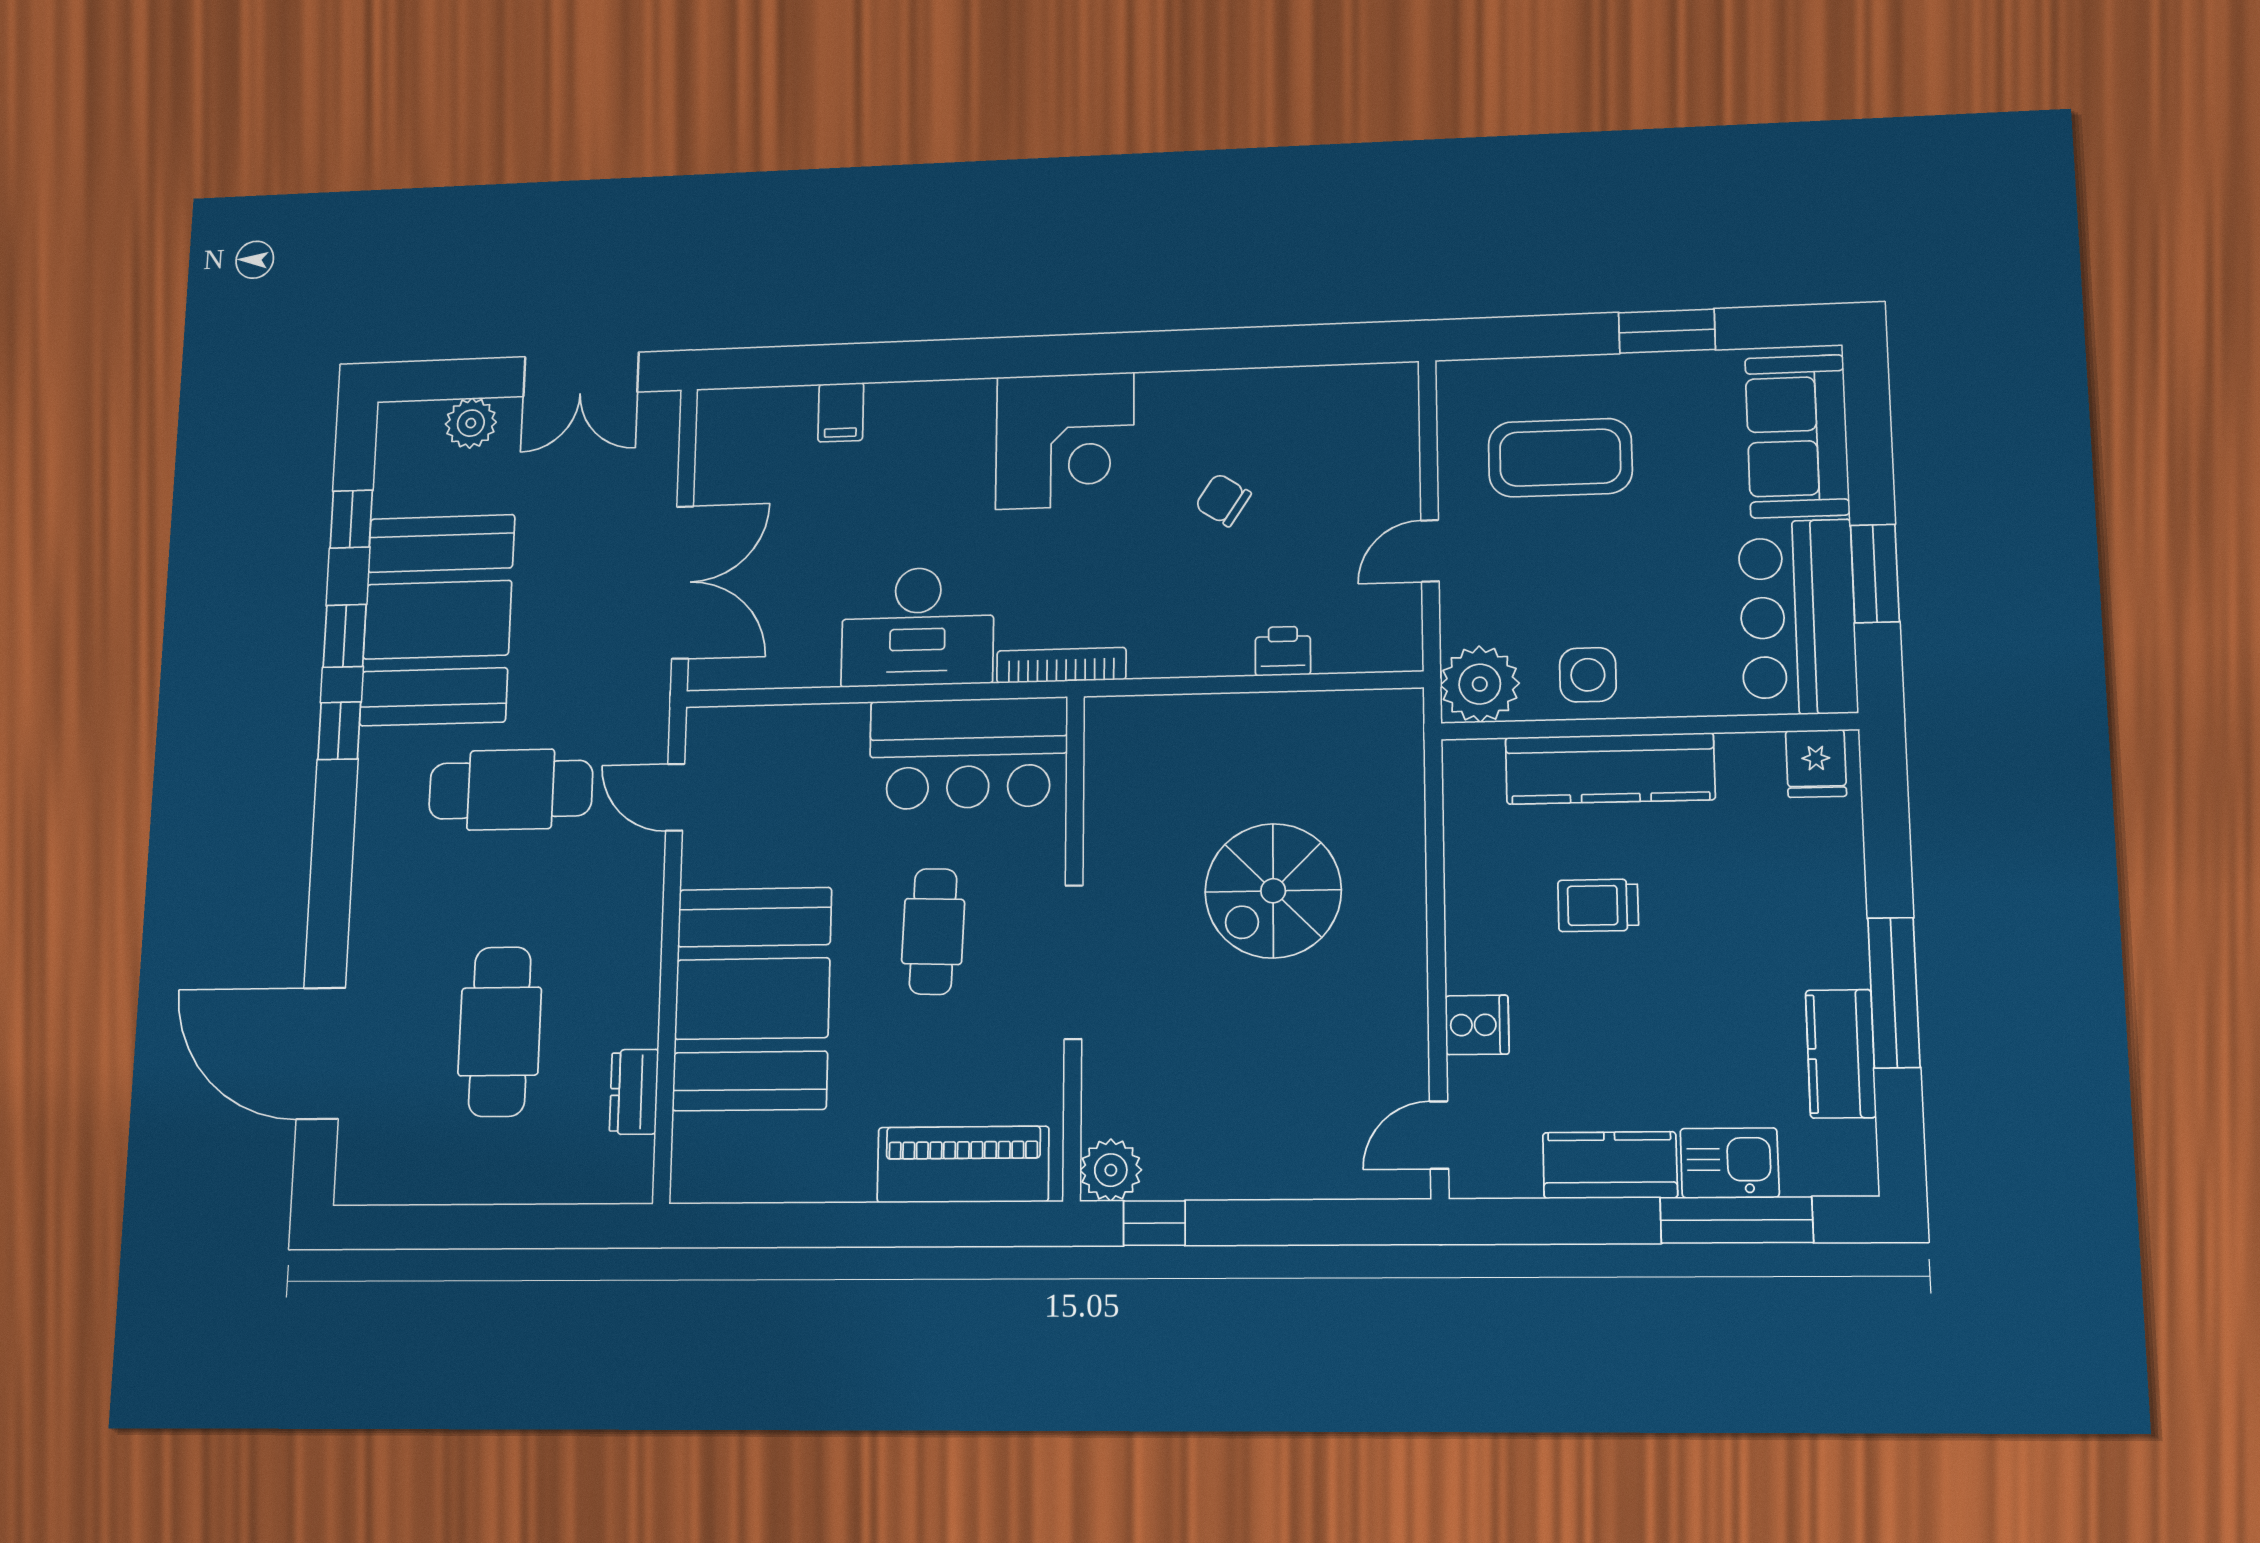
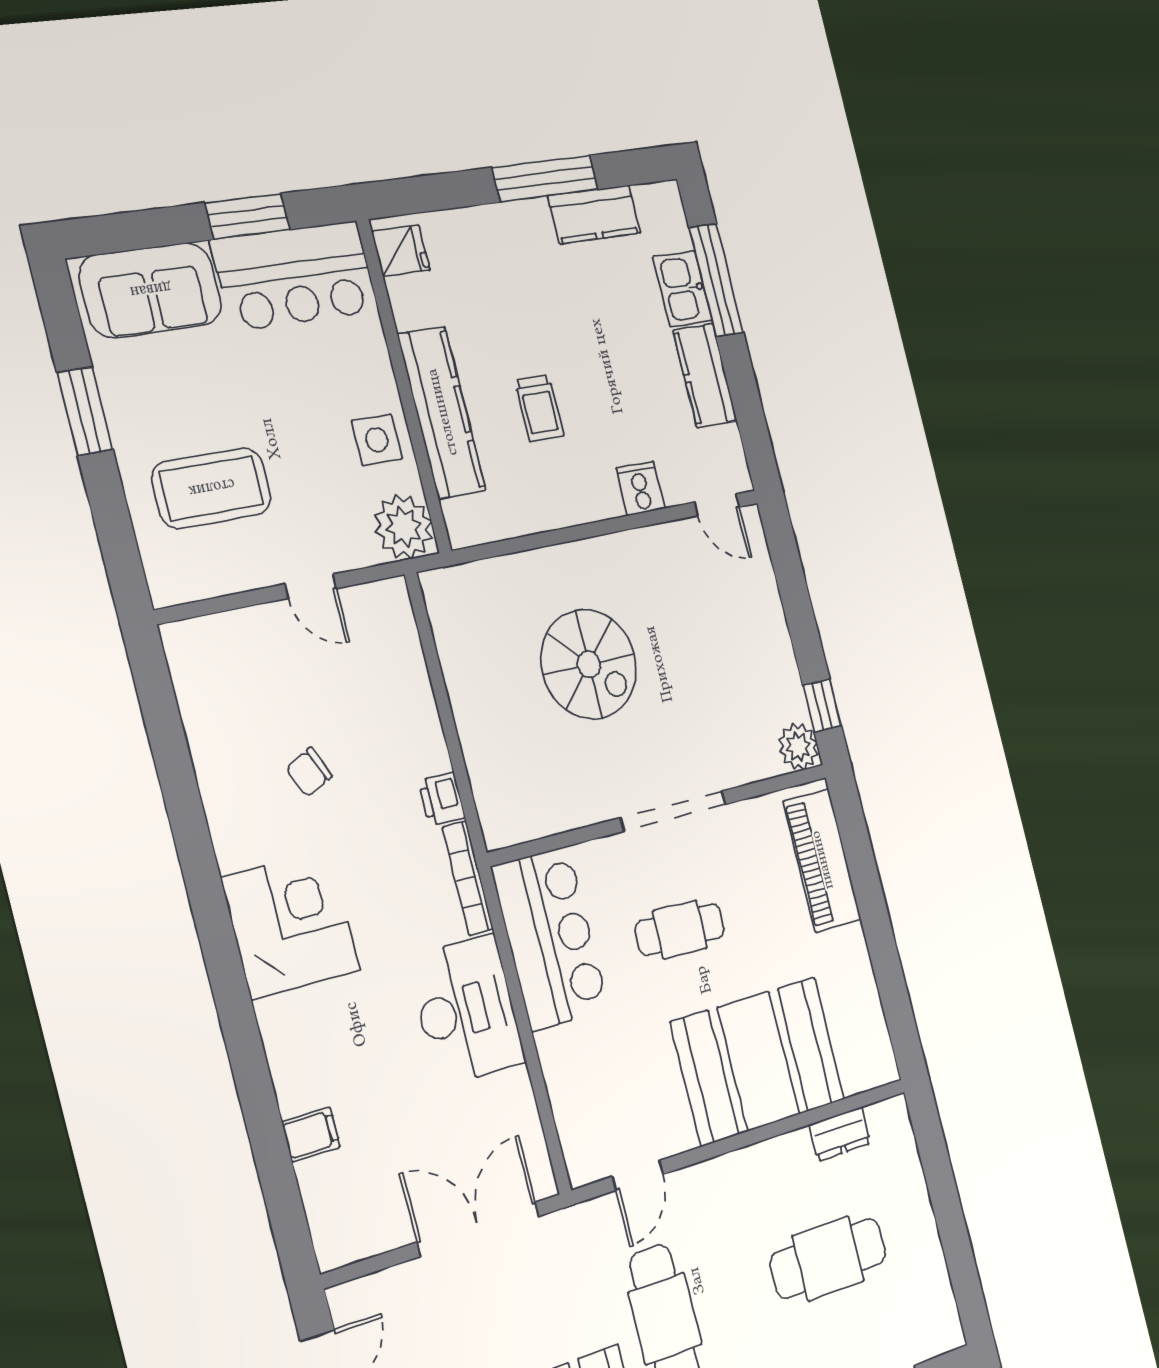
coffee table: (1560, 458) -> (212, 488), turned 90
chair: (1223, 500) -> (309, 772), turned 33
printer: (1283, 651) -> (442, 799), moved

